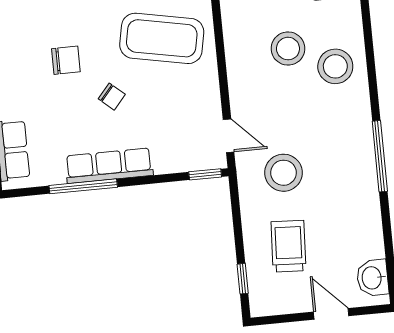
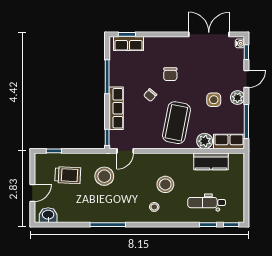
stool: (335, 66) -> (154, 207), width x0.53, depth x0.53
row of seats: (109, 166) -> (116, 108), moved

